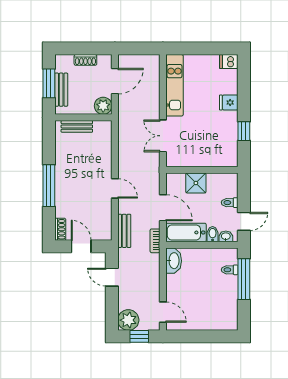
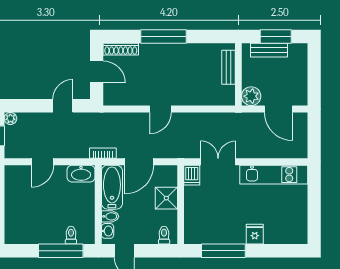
shoe rack: (85, 60) -> (302, 77), removed
dishwasher: (229, 62) -> (192, 175), moved, turned 180
window: (244, 131) -> (223, 251), width x2.17
toilet: (230, 203) -> (164, 235), moved
shoe rack: (60, 229) -> (121, 49), width x1.43
bench: (124, 231) -> (114, 119), removed
door: (81, 246) -> (97, 72), hinge flipped
door: (163, 312) -> (42, 162), moved
plant: (128, 320) -> (10, 118), width x0.53, depth x0.53

